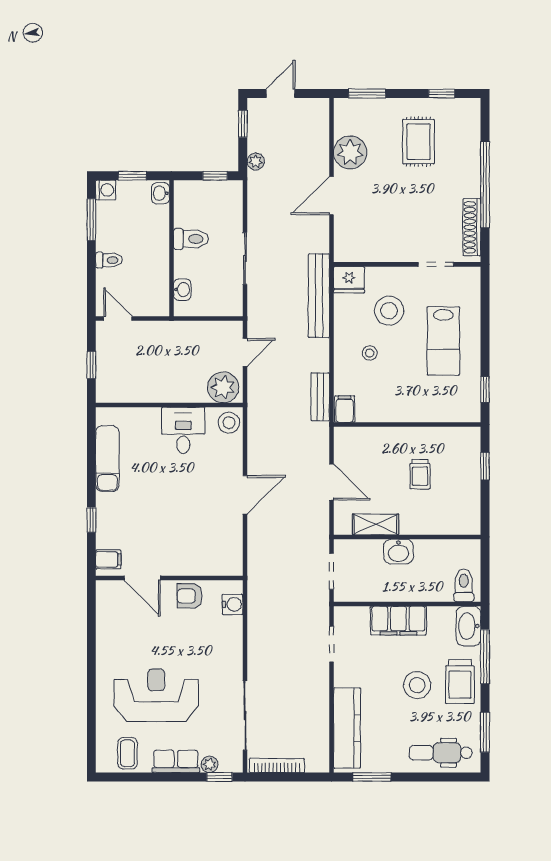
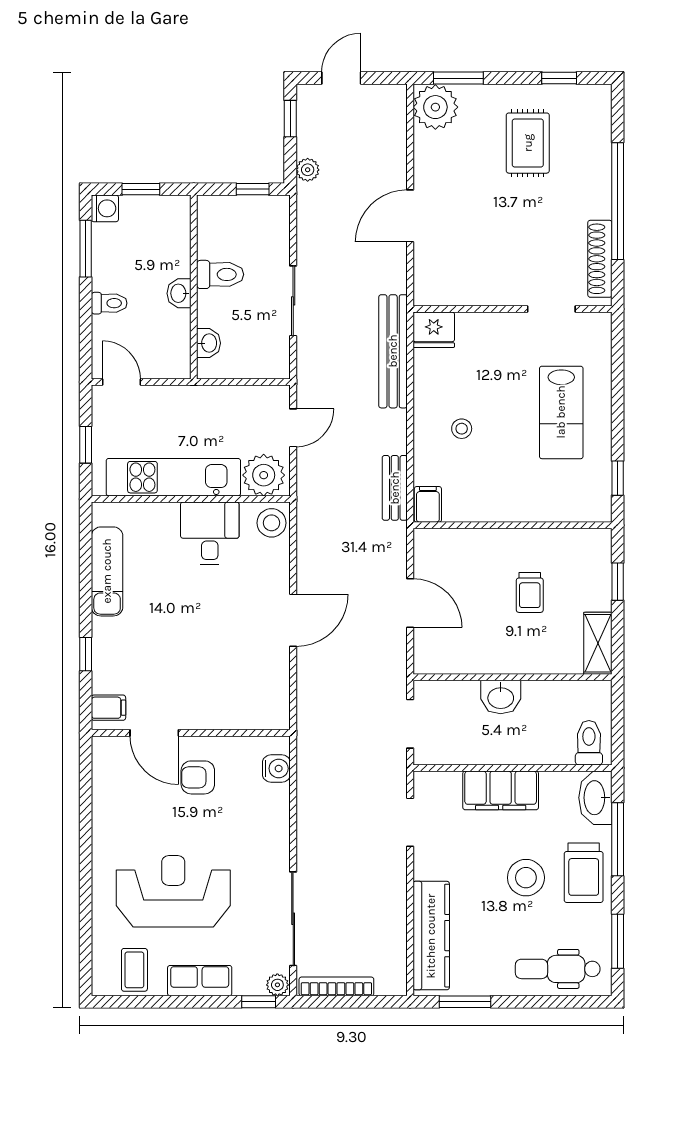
plant: (350, 152) -> (435, 107), moved
washbasin: (161, 193) -> (179, 293), moved
stool: (389, 311) -> (488, 371), removed
kitchen unit: (156, 389) -> (173, 477), added
shelving: (376, 524) -> (598, 643), moved, turned 90
armchair: (190, 596) -> (198, 777), moved
plant: (209, 764) -> (277, 985), moved

